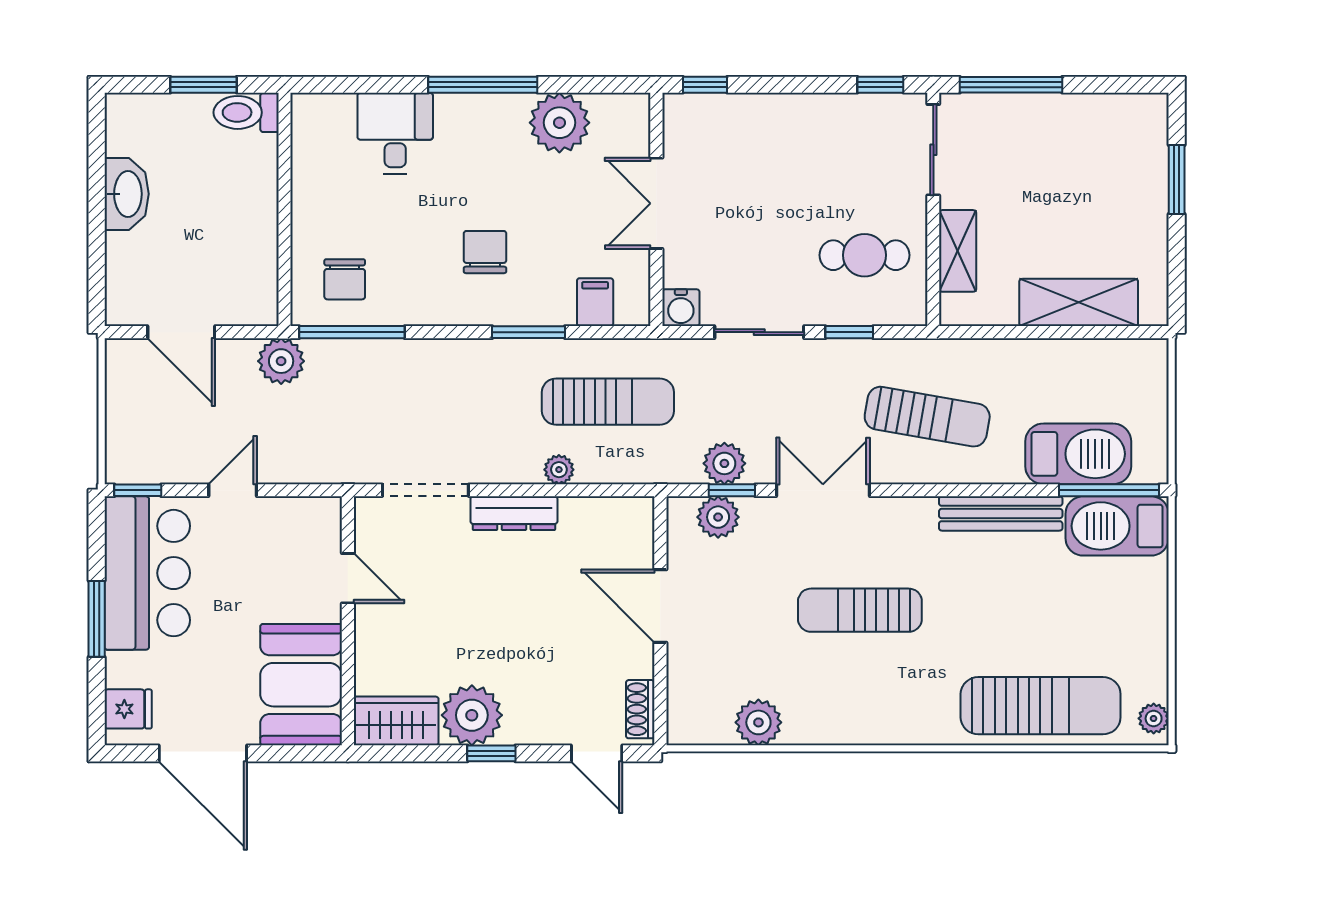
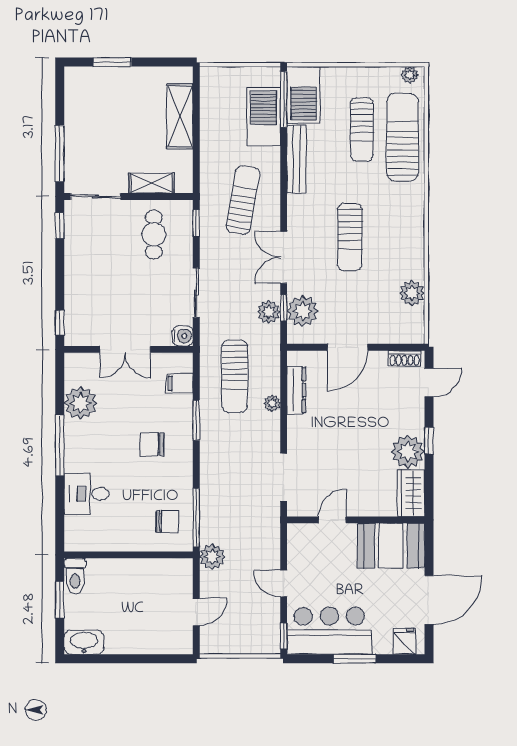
washbasin: (127, 194) -> (84, 642), moved
door: (181, 332) -> (196, 612), width x0.73
window: (849, 332) -> (196, 223), moved
sun lounger: (608, 402) -> (235, 376), turned 180
dresser: (514, 513) -> (296, 390), moved
plant: (718, 517) -> (303, 311), width x1.36, depth x1.36
sun lounger: (1055, 632) -> (362, 129), added

